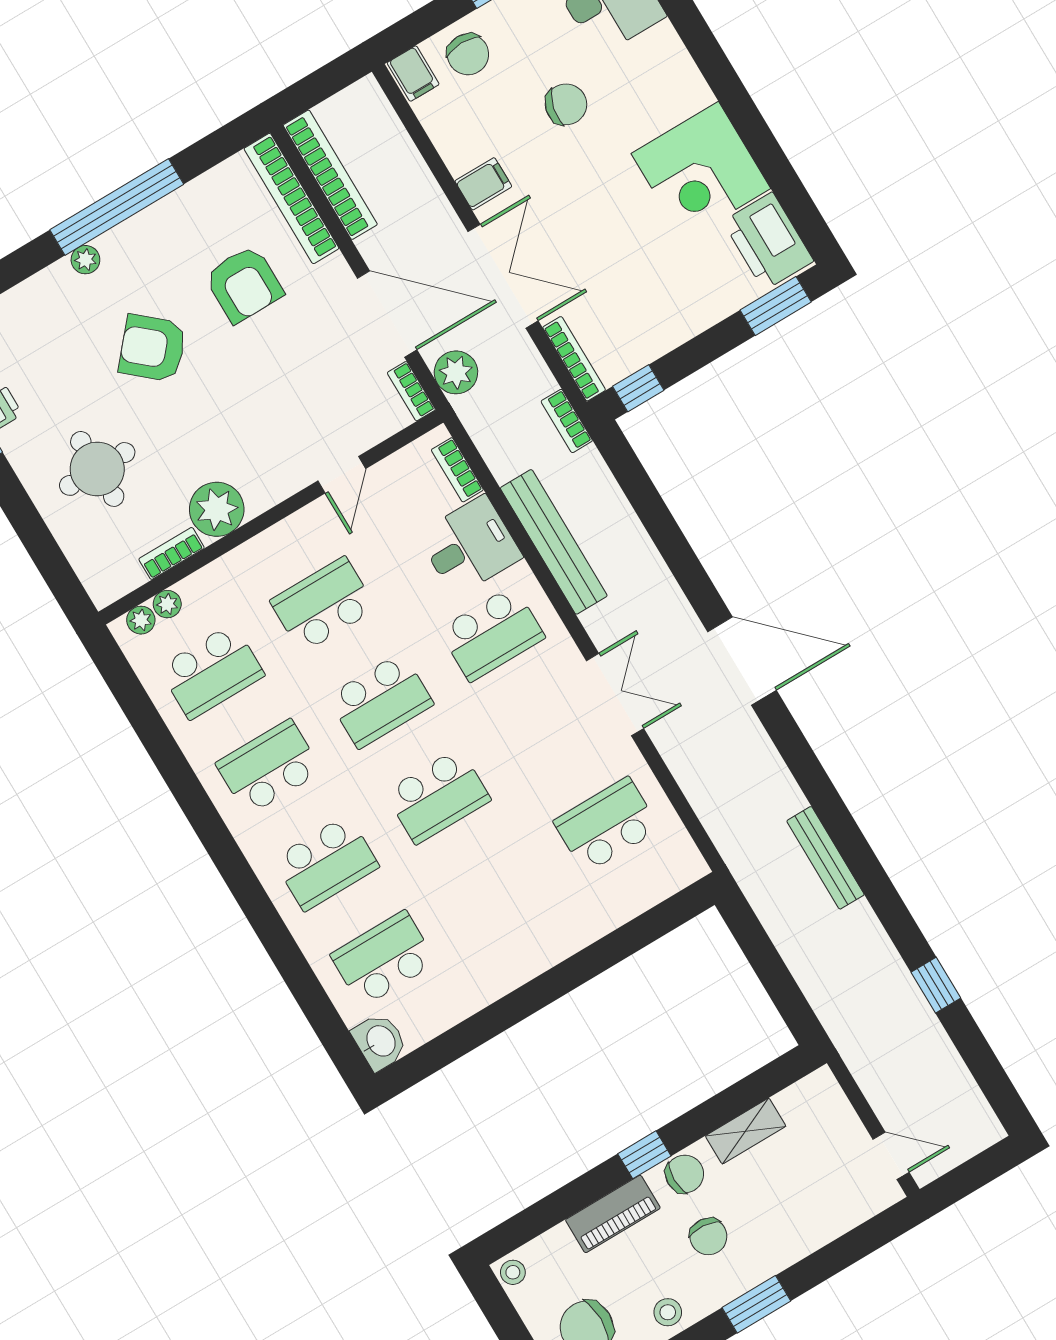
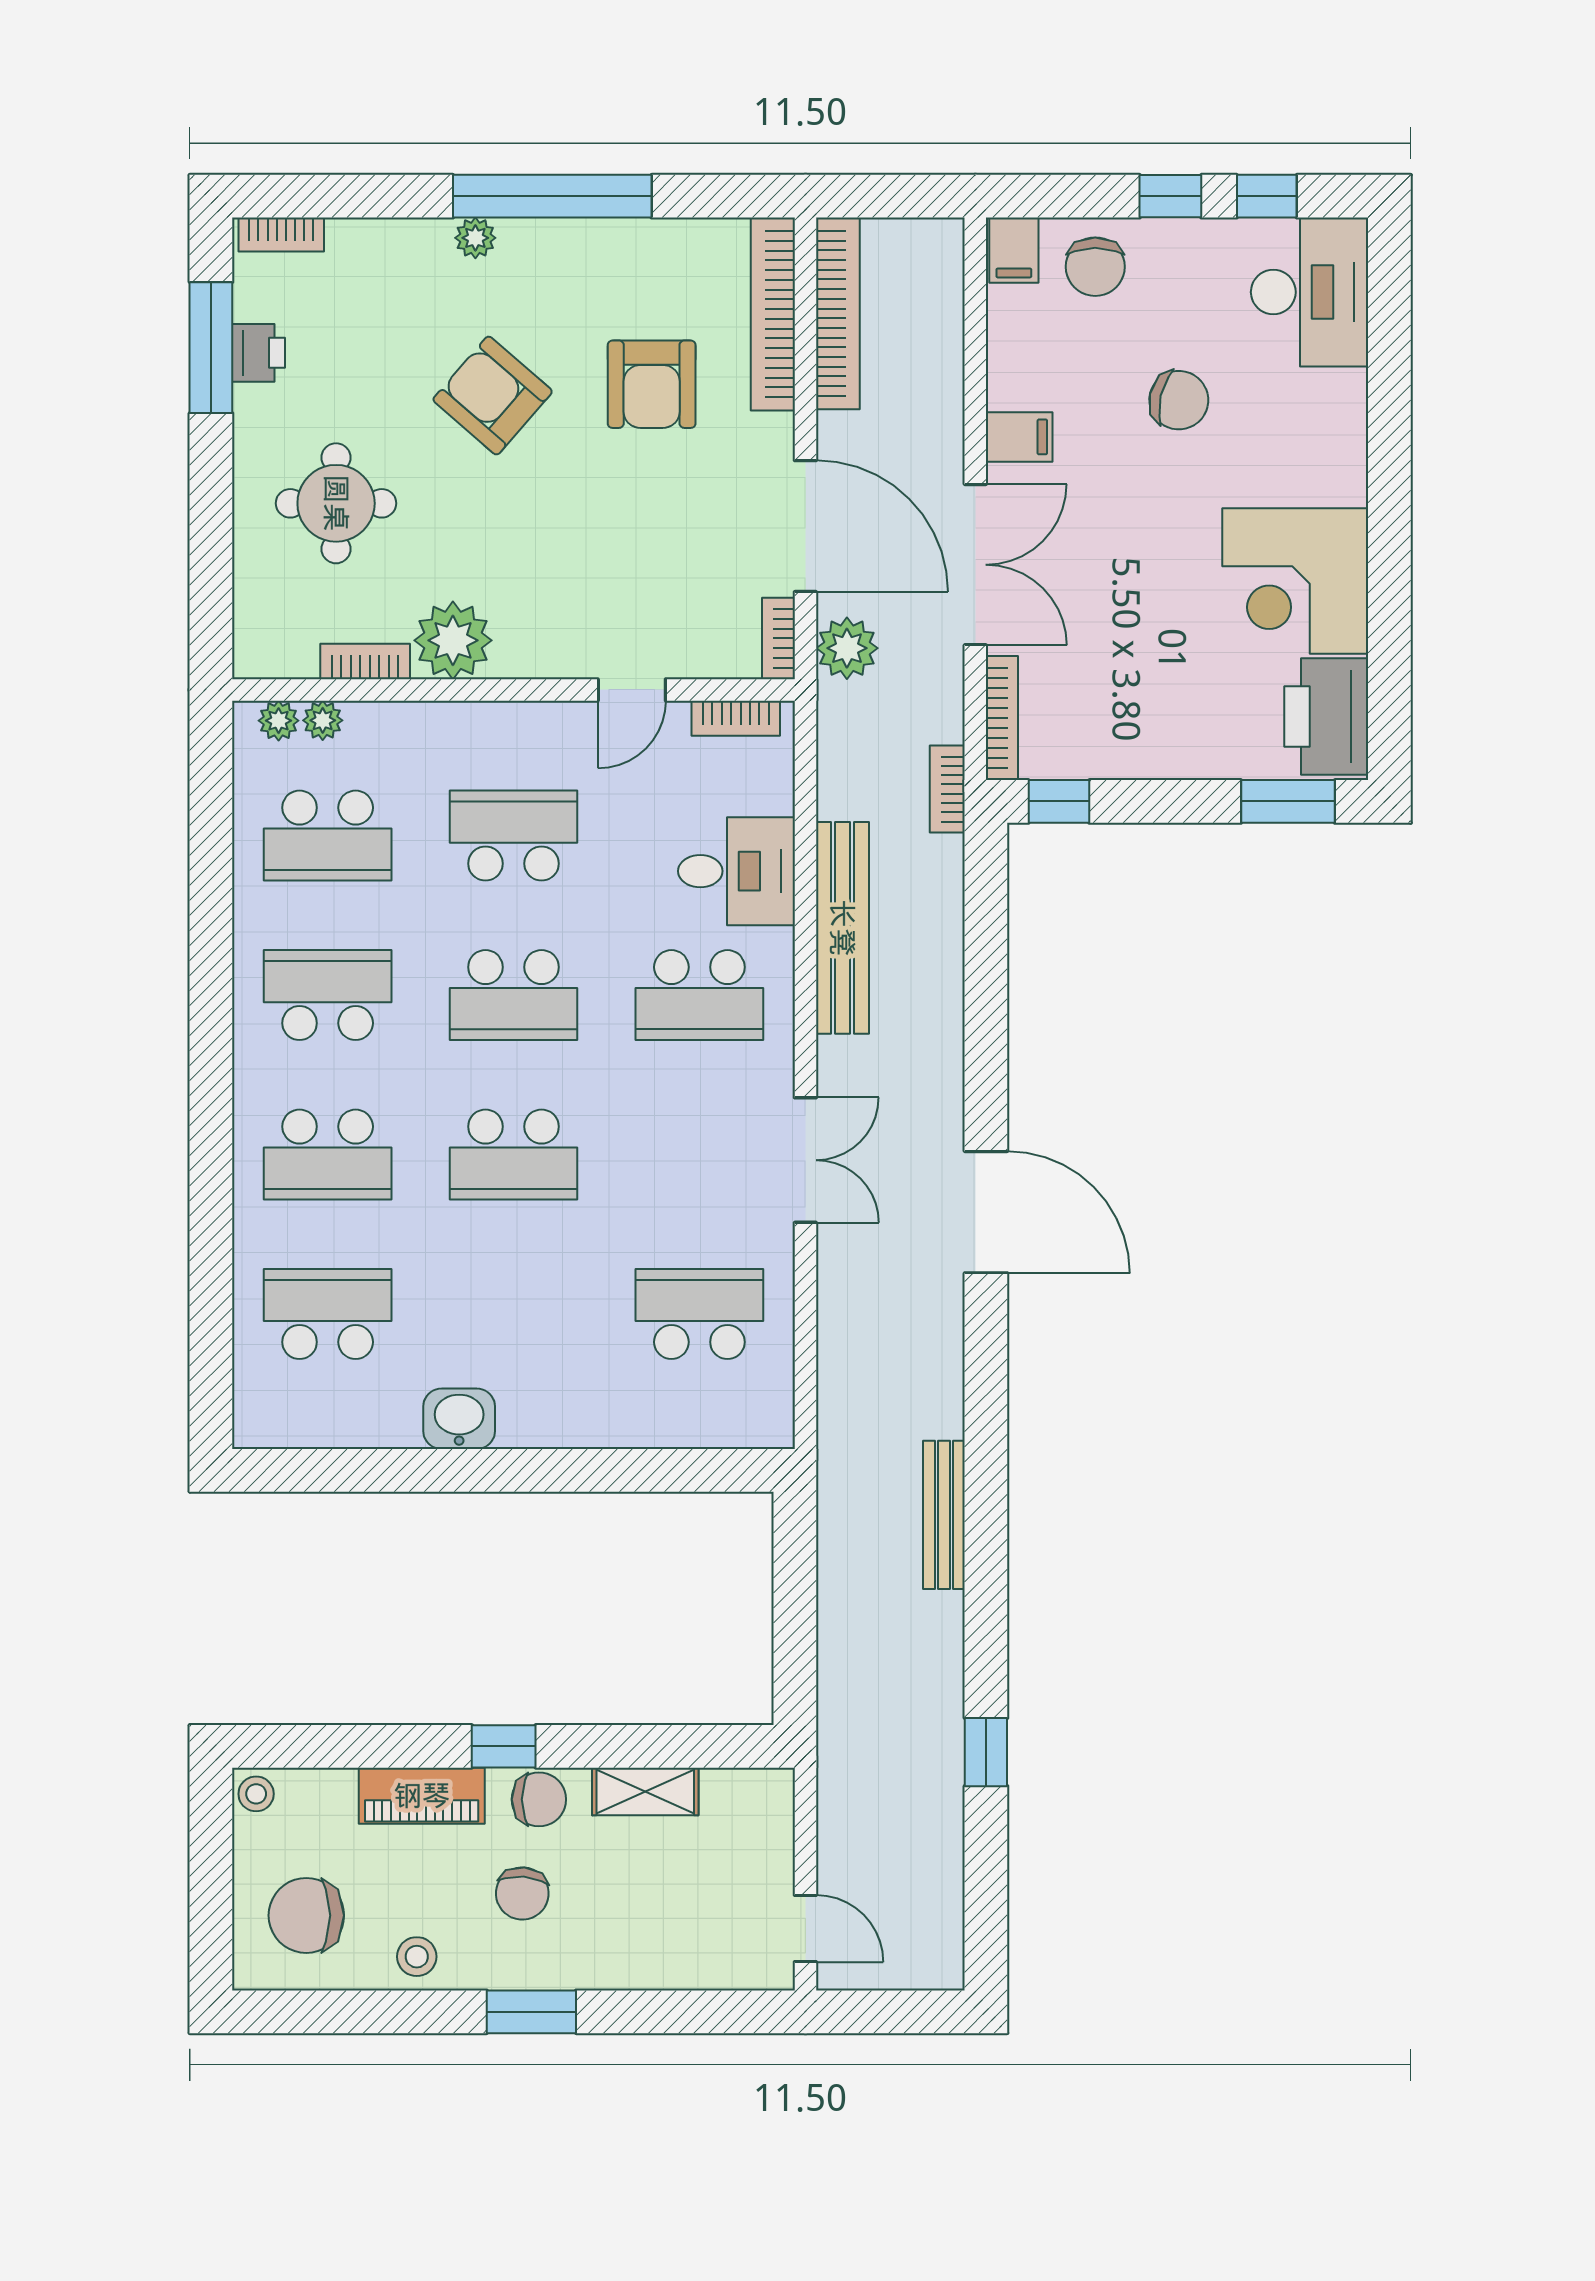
bookcase: (457, 470) -> (736, 718), moved, turned -90
washbasin: (380, 1042) -> (459, 1419), moved, turned -90

